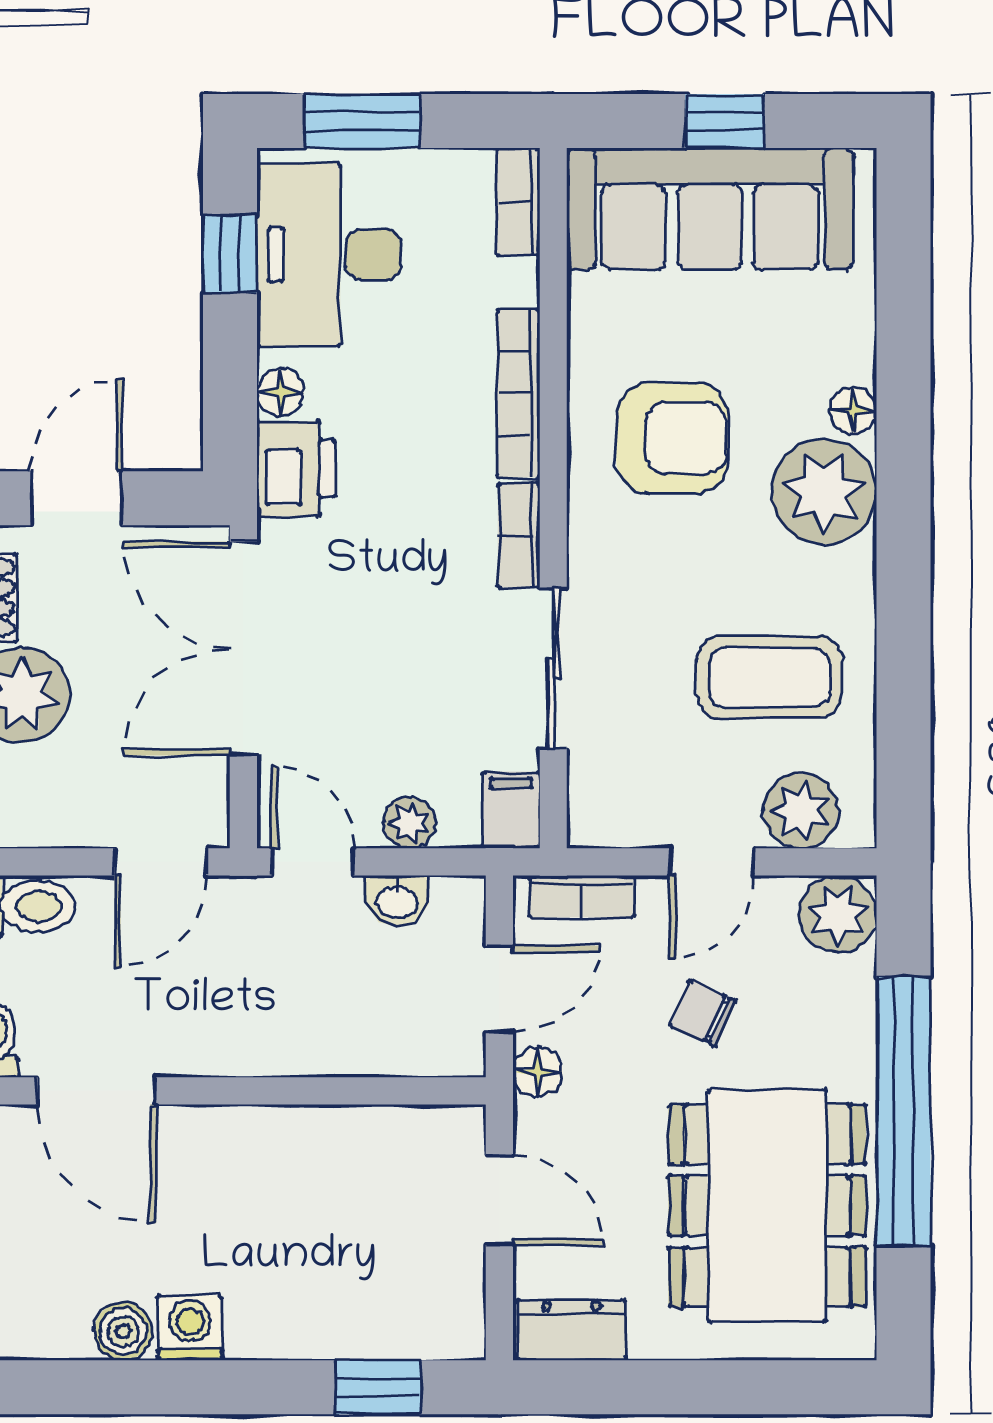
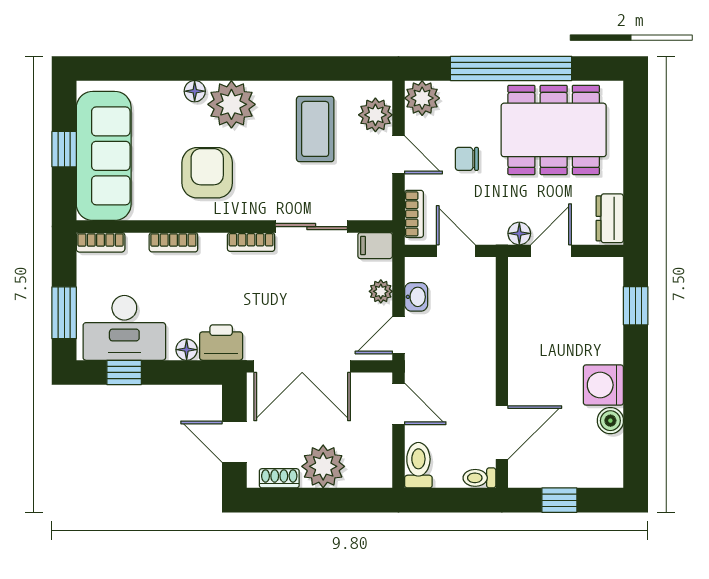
bookcase: (518, 394) -> (173, 242), width x0.64
chair: (703, 1013) -> (467, 159), turned 66
floor lamp: (538, 1072) -> (519, 233), moved
washing machine: (190, 1328) -> (603, 385), width x1.38, depth x1.38

